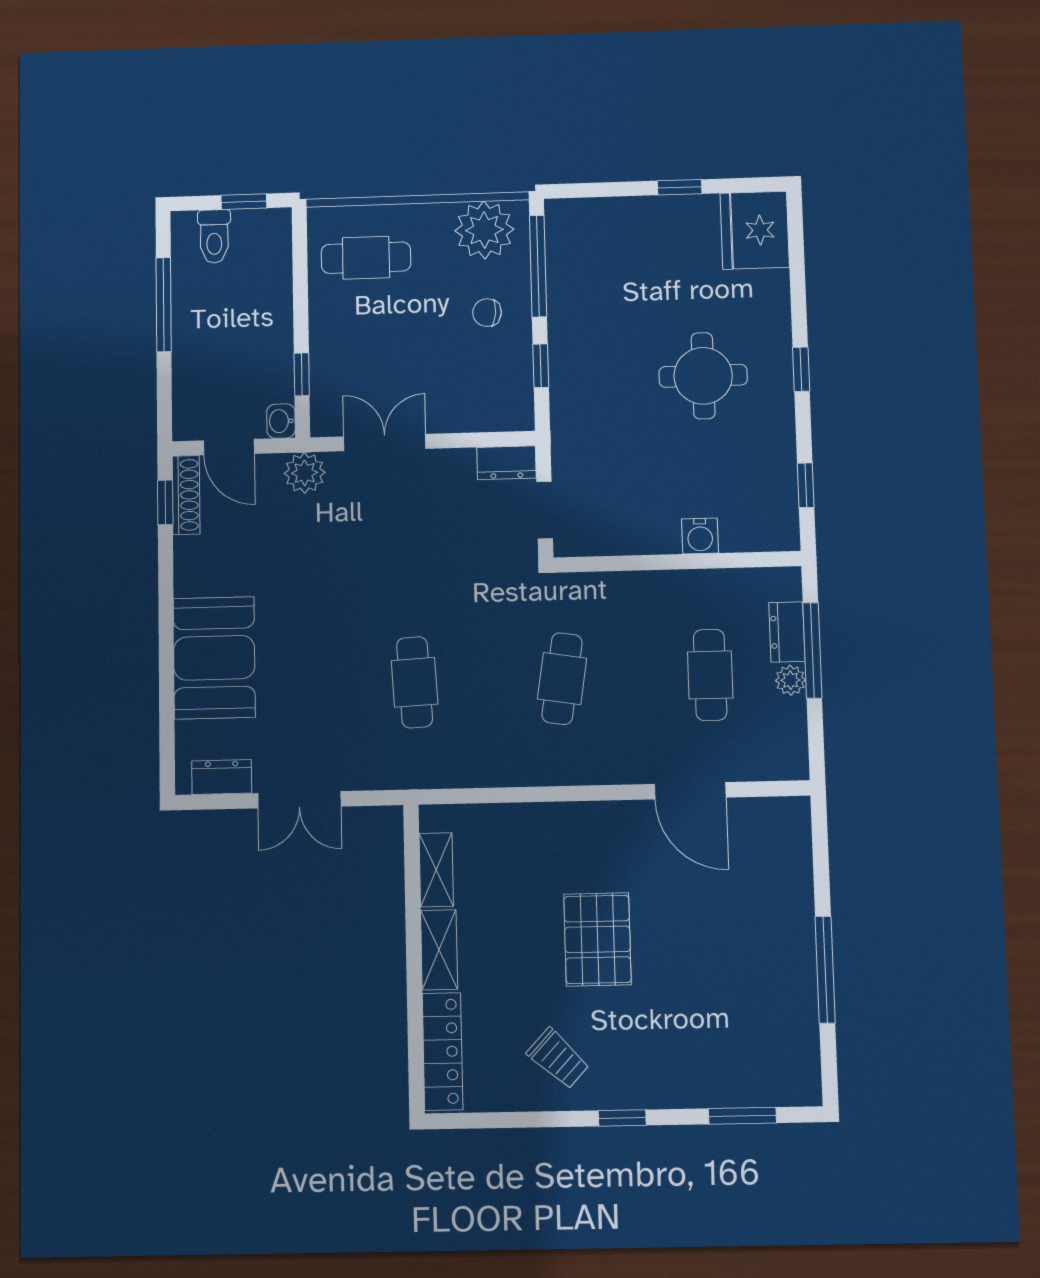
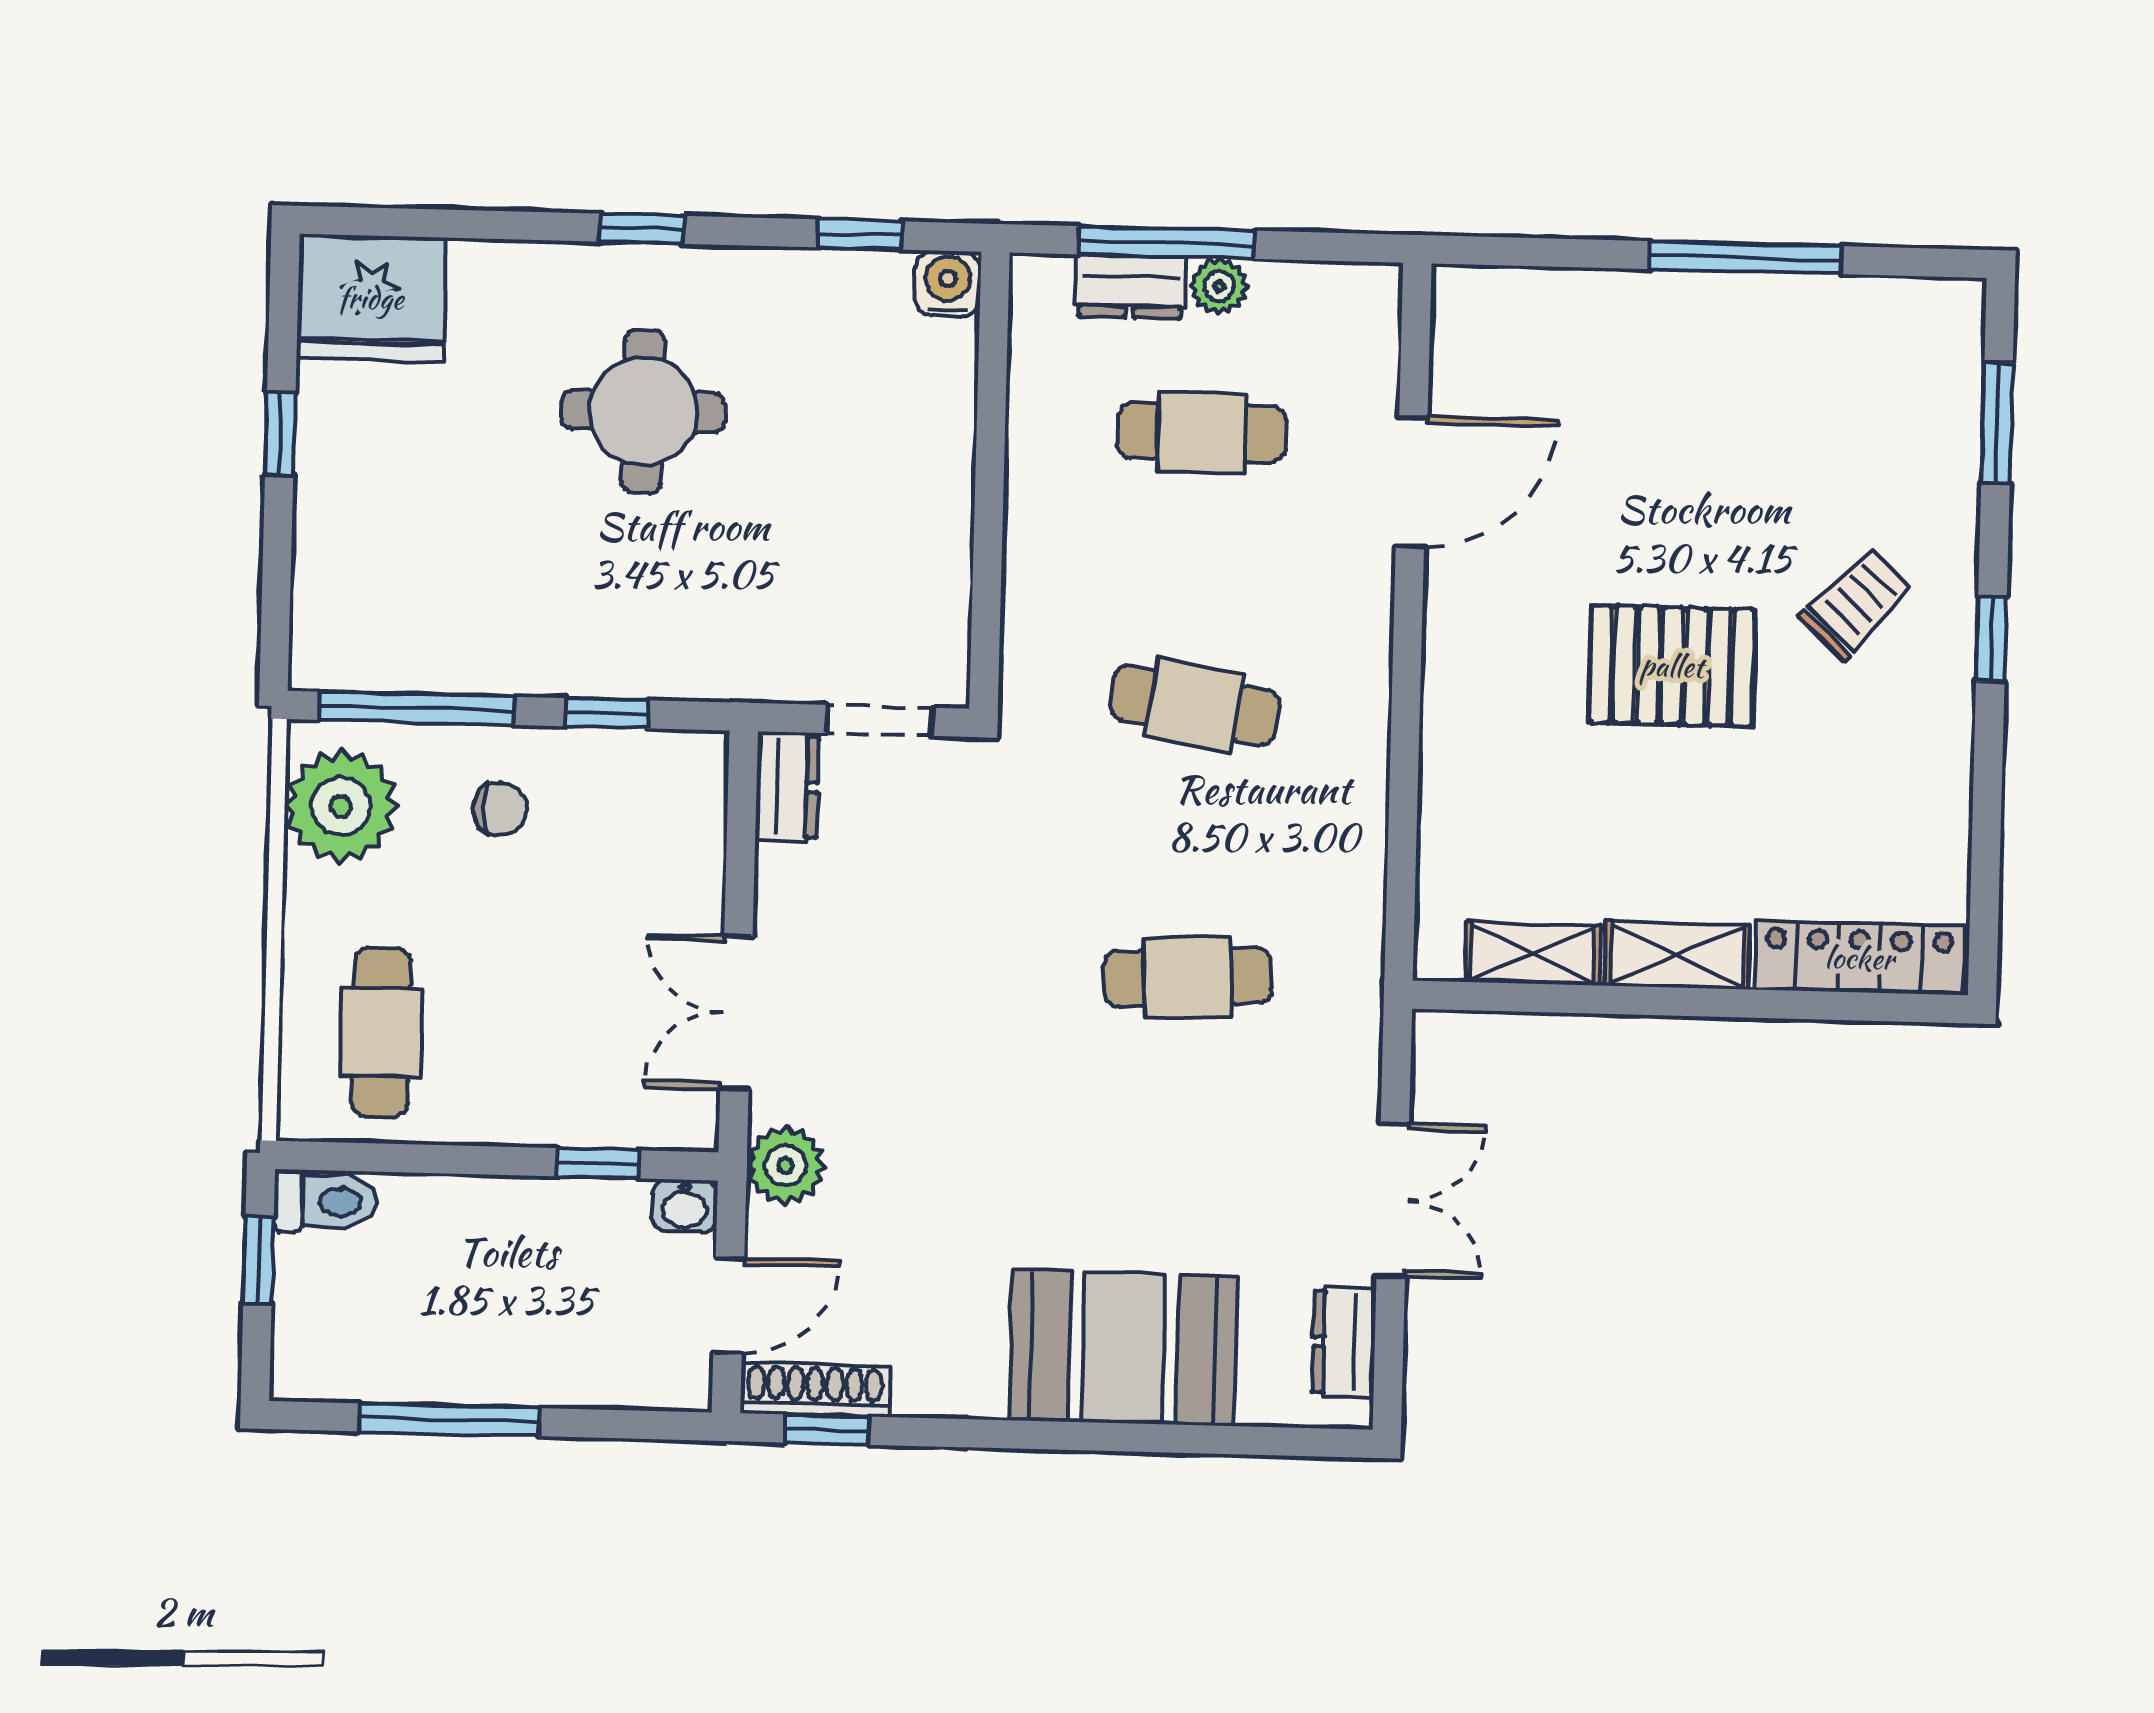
toilet: (214, 236) -> (326, 1202), moved
chair: (487, 313) -> (500, 809), turned -95
water cooler: (700, 536) -> (948, 284), moved, turned -90
trolley: (558, 1058) -> (1856, 603), moved

